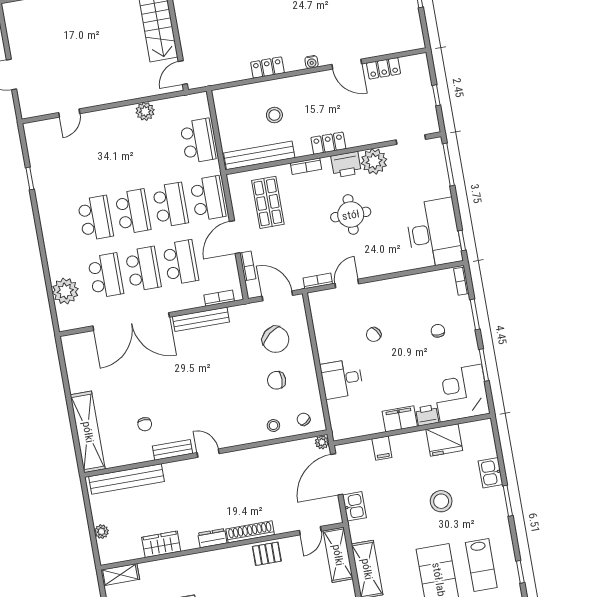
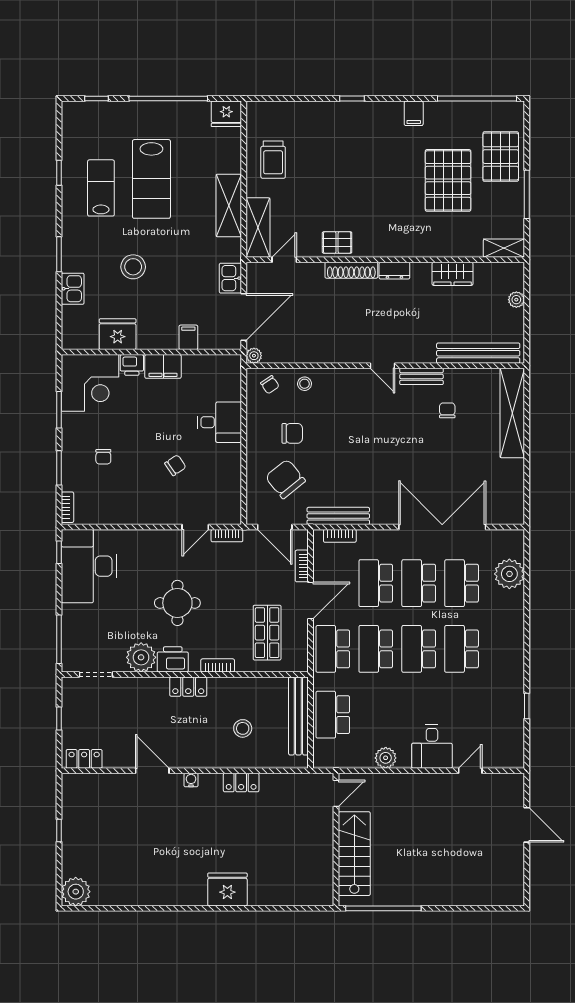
locker: (384, 68) -> (84, 759), moved
desk: (106, 128) -> (432, 747), added
bench: (259, 155) -> (298, 716), moved, turned 90
bench: (201, 319) -> (338, 516), moved

